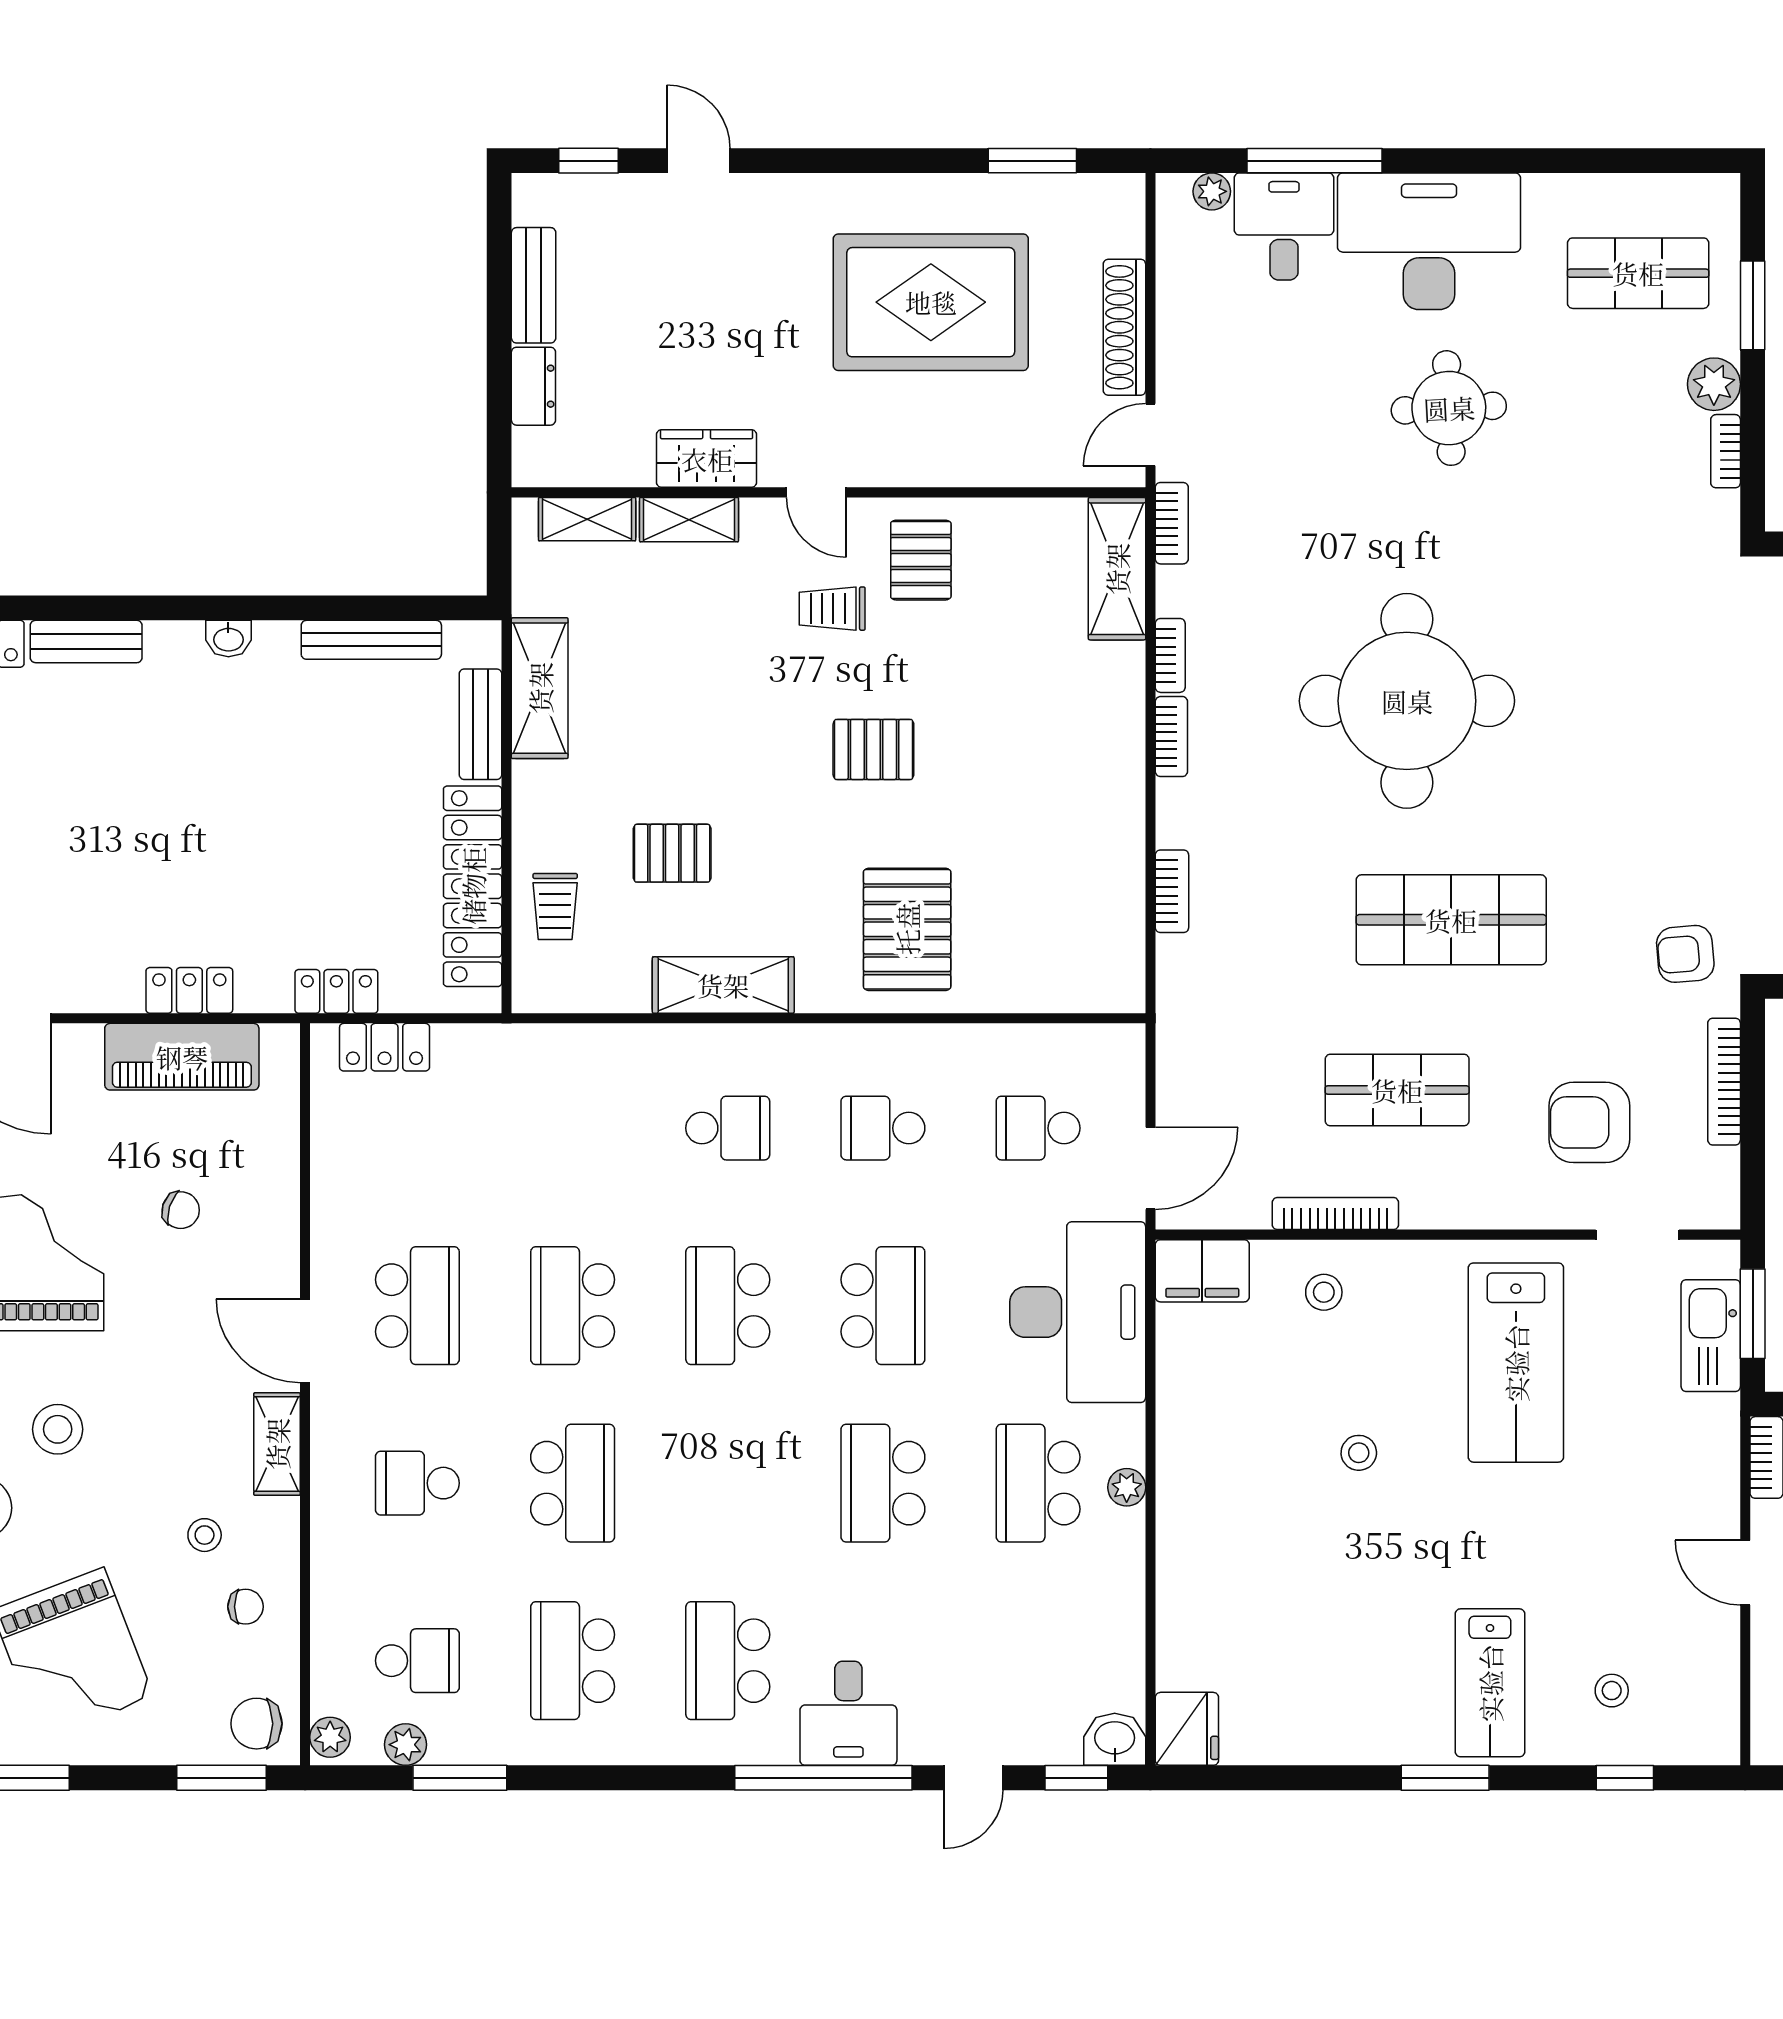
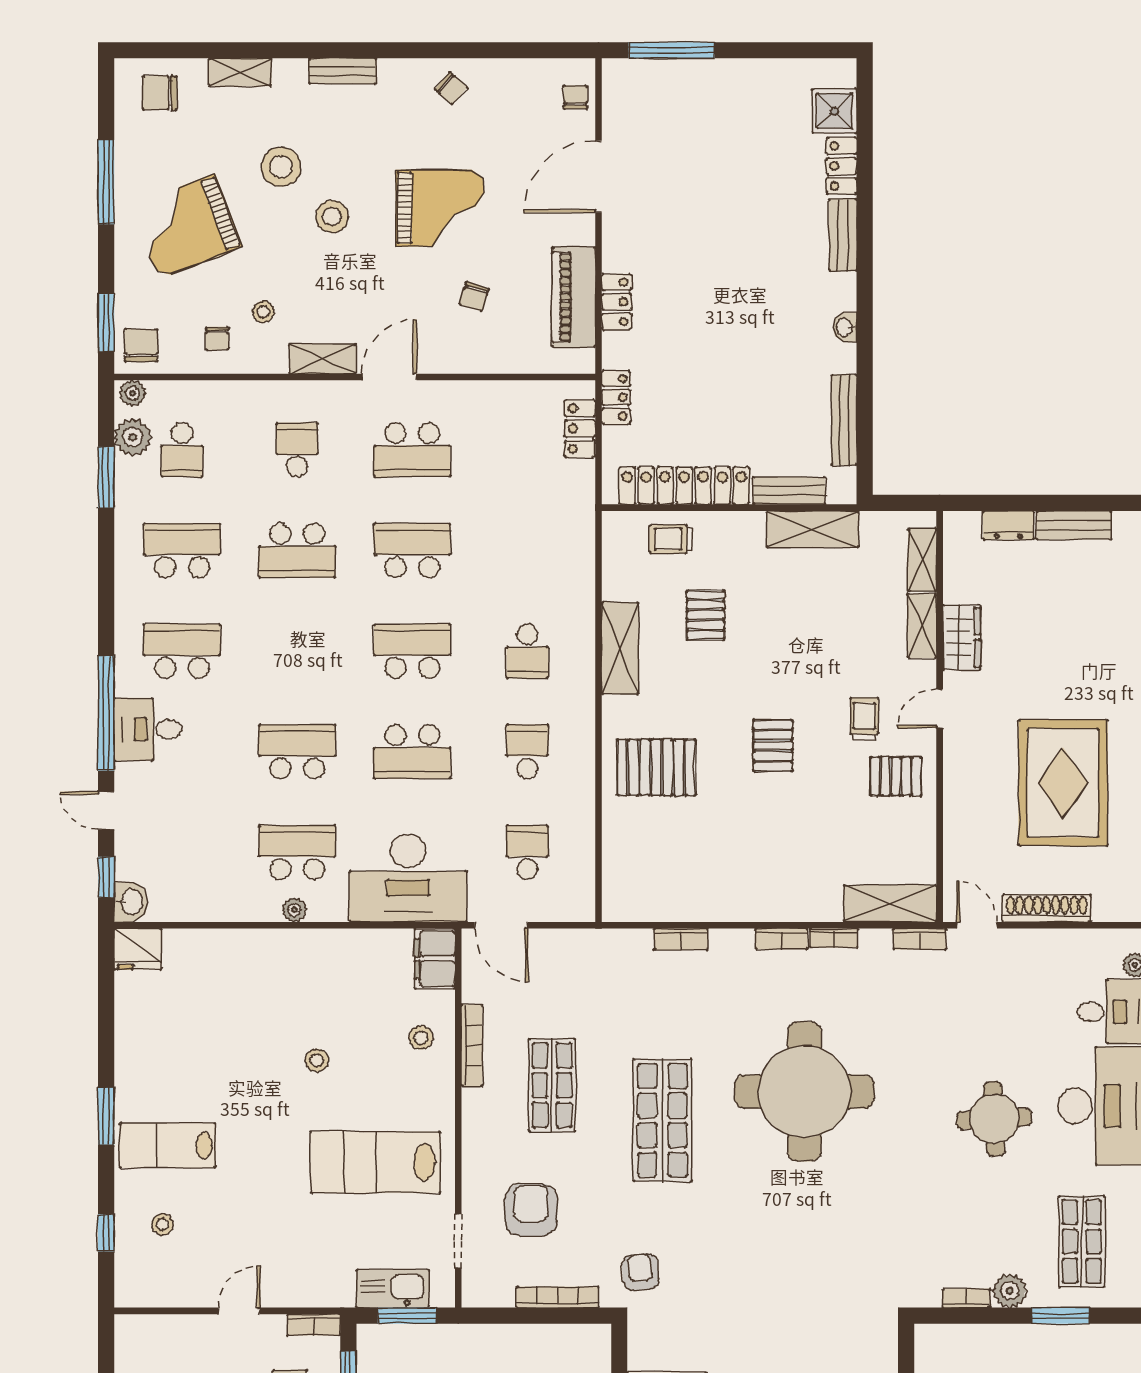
plant: (406, 1745) -> (133, 437), width x1.38, depth x1.38

